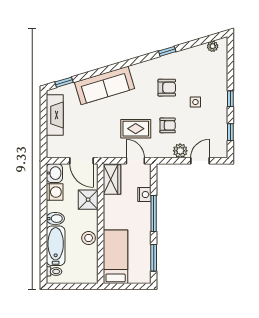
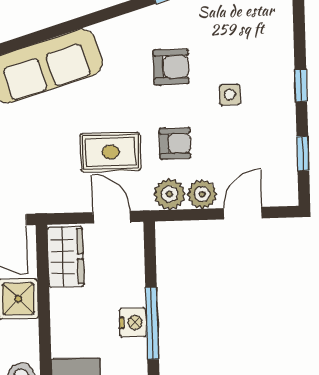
plant: (164, 150) -> (169, 194), added
nightstand: (144, 195) -> (133, 322), moved

